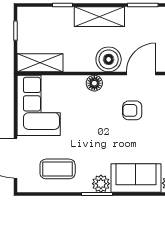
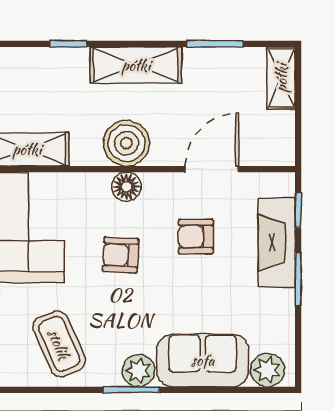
boiler: (109, 59) -> (126, 143), moved
armchair: (91, 120) -> (121, 255), added
coffee table: (58, 169) -> (59, 344), turned 66

